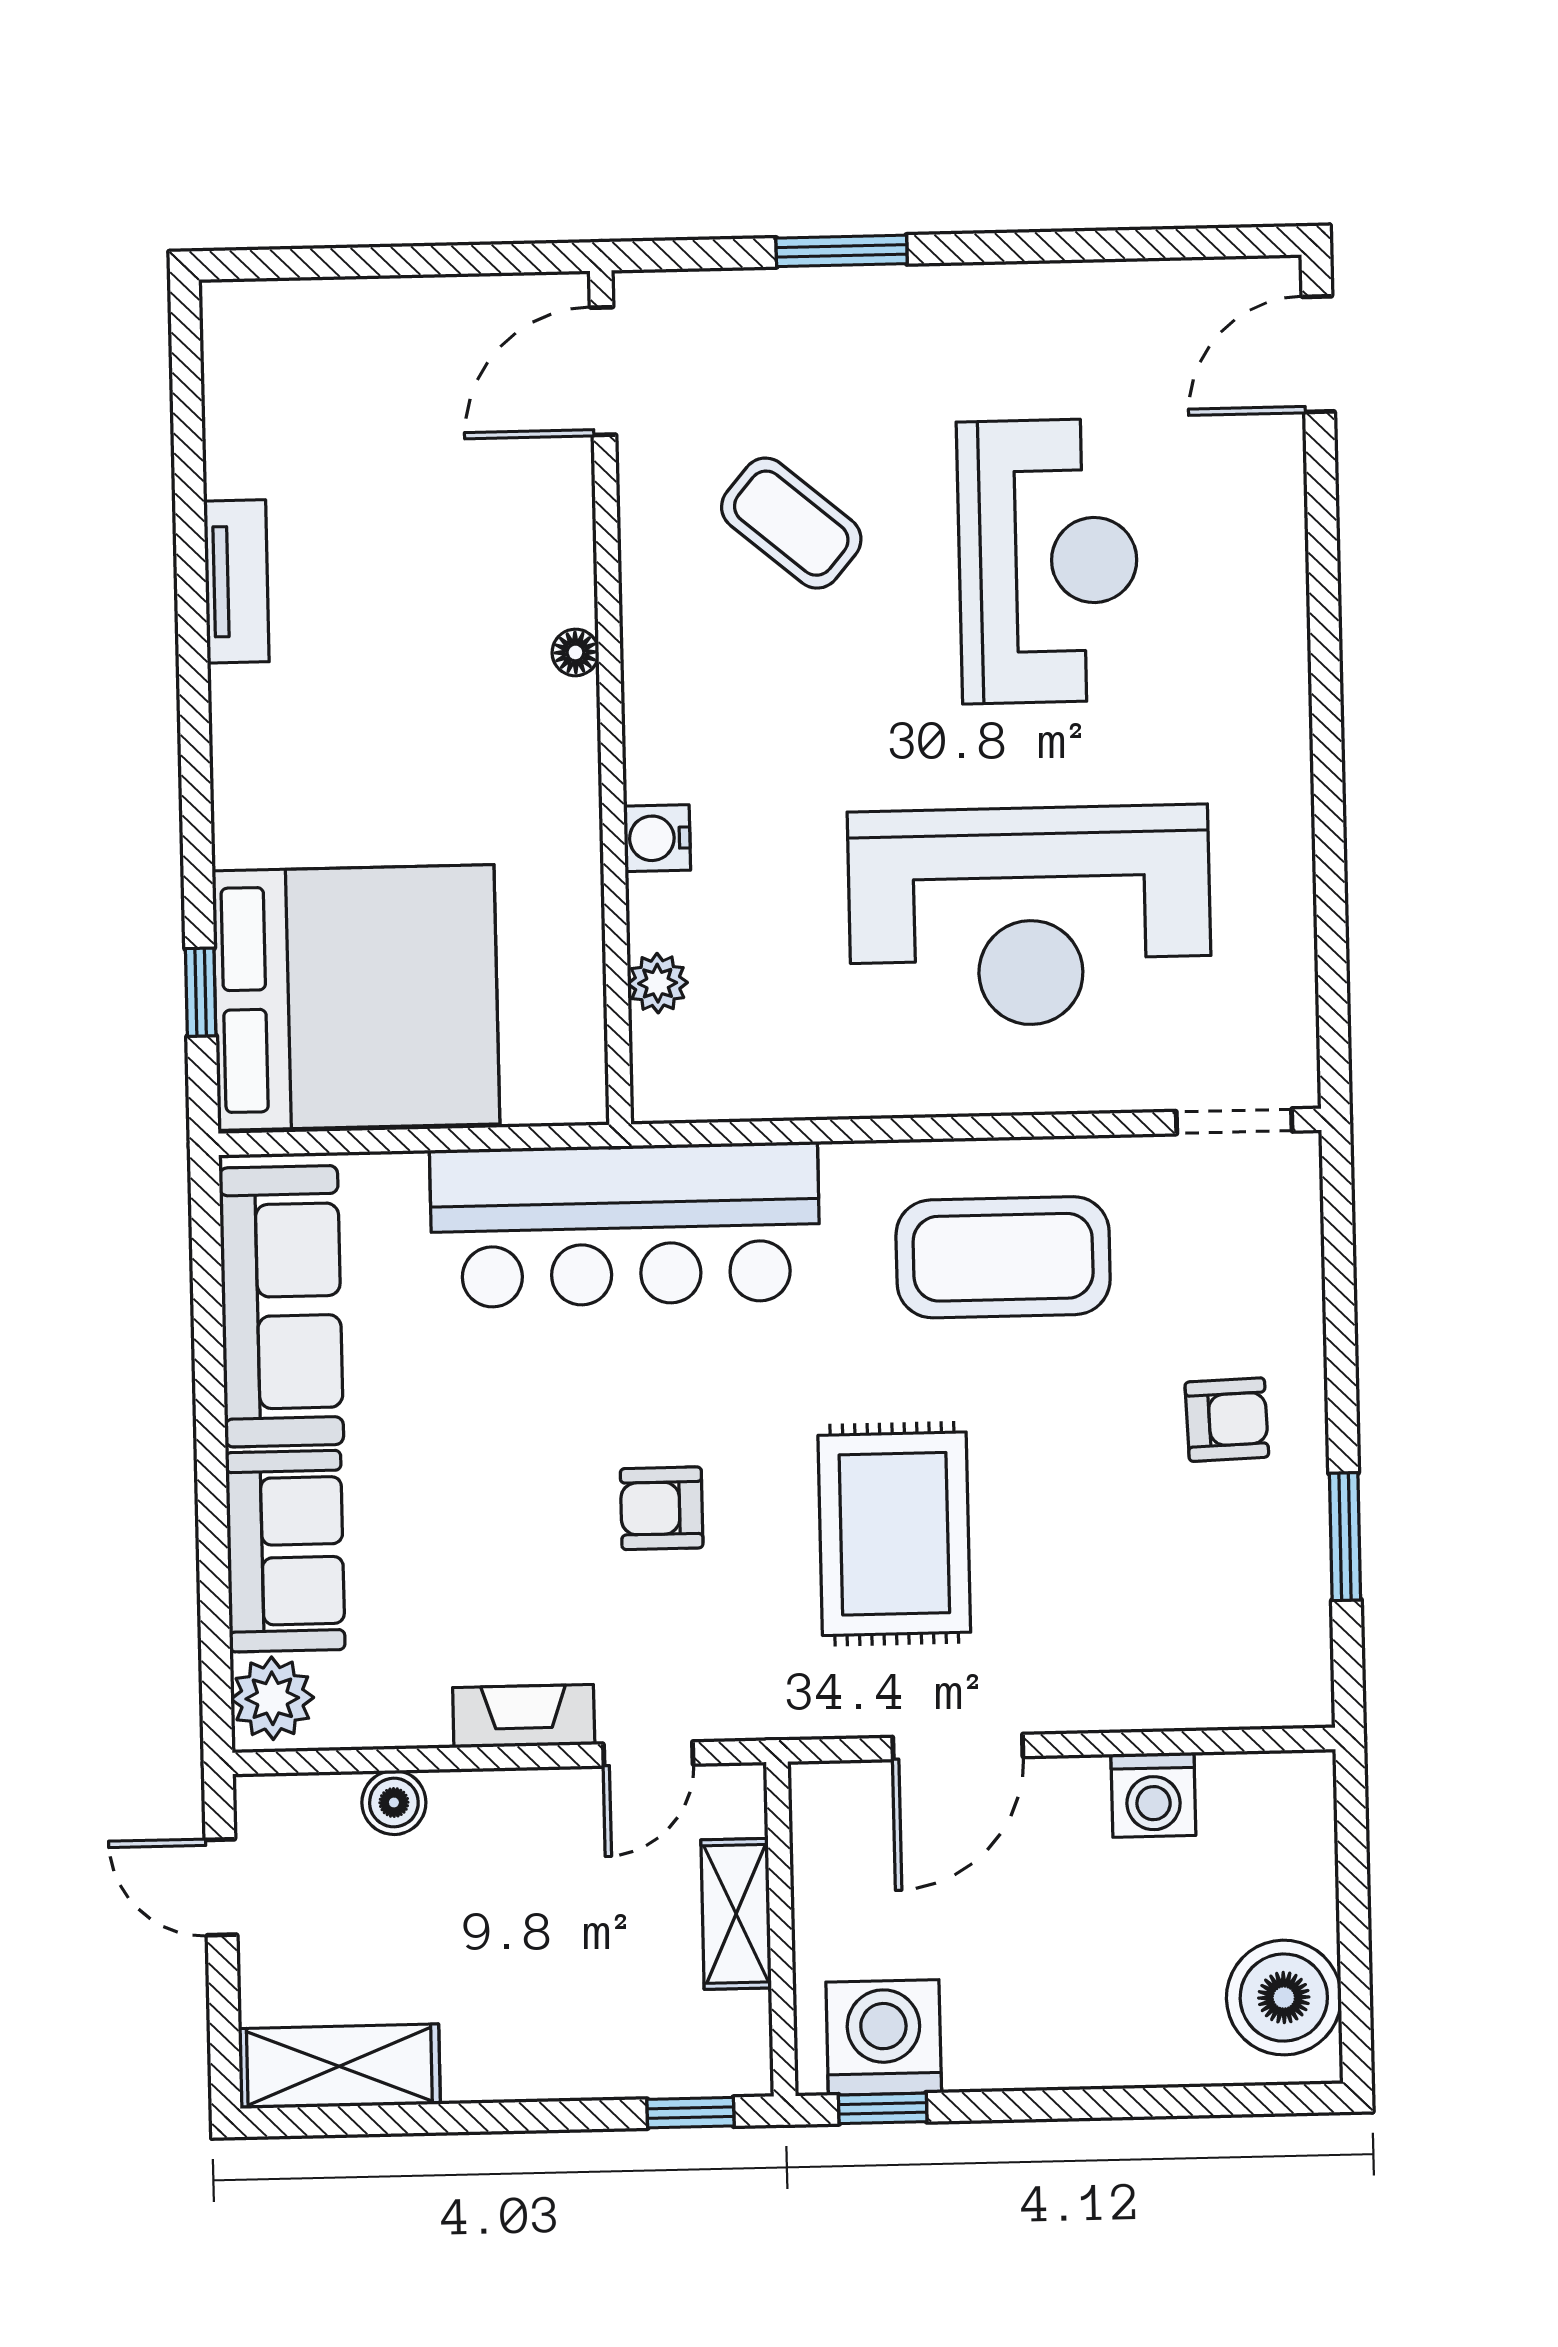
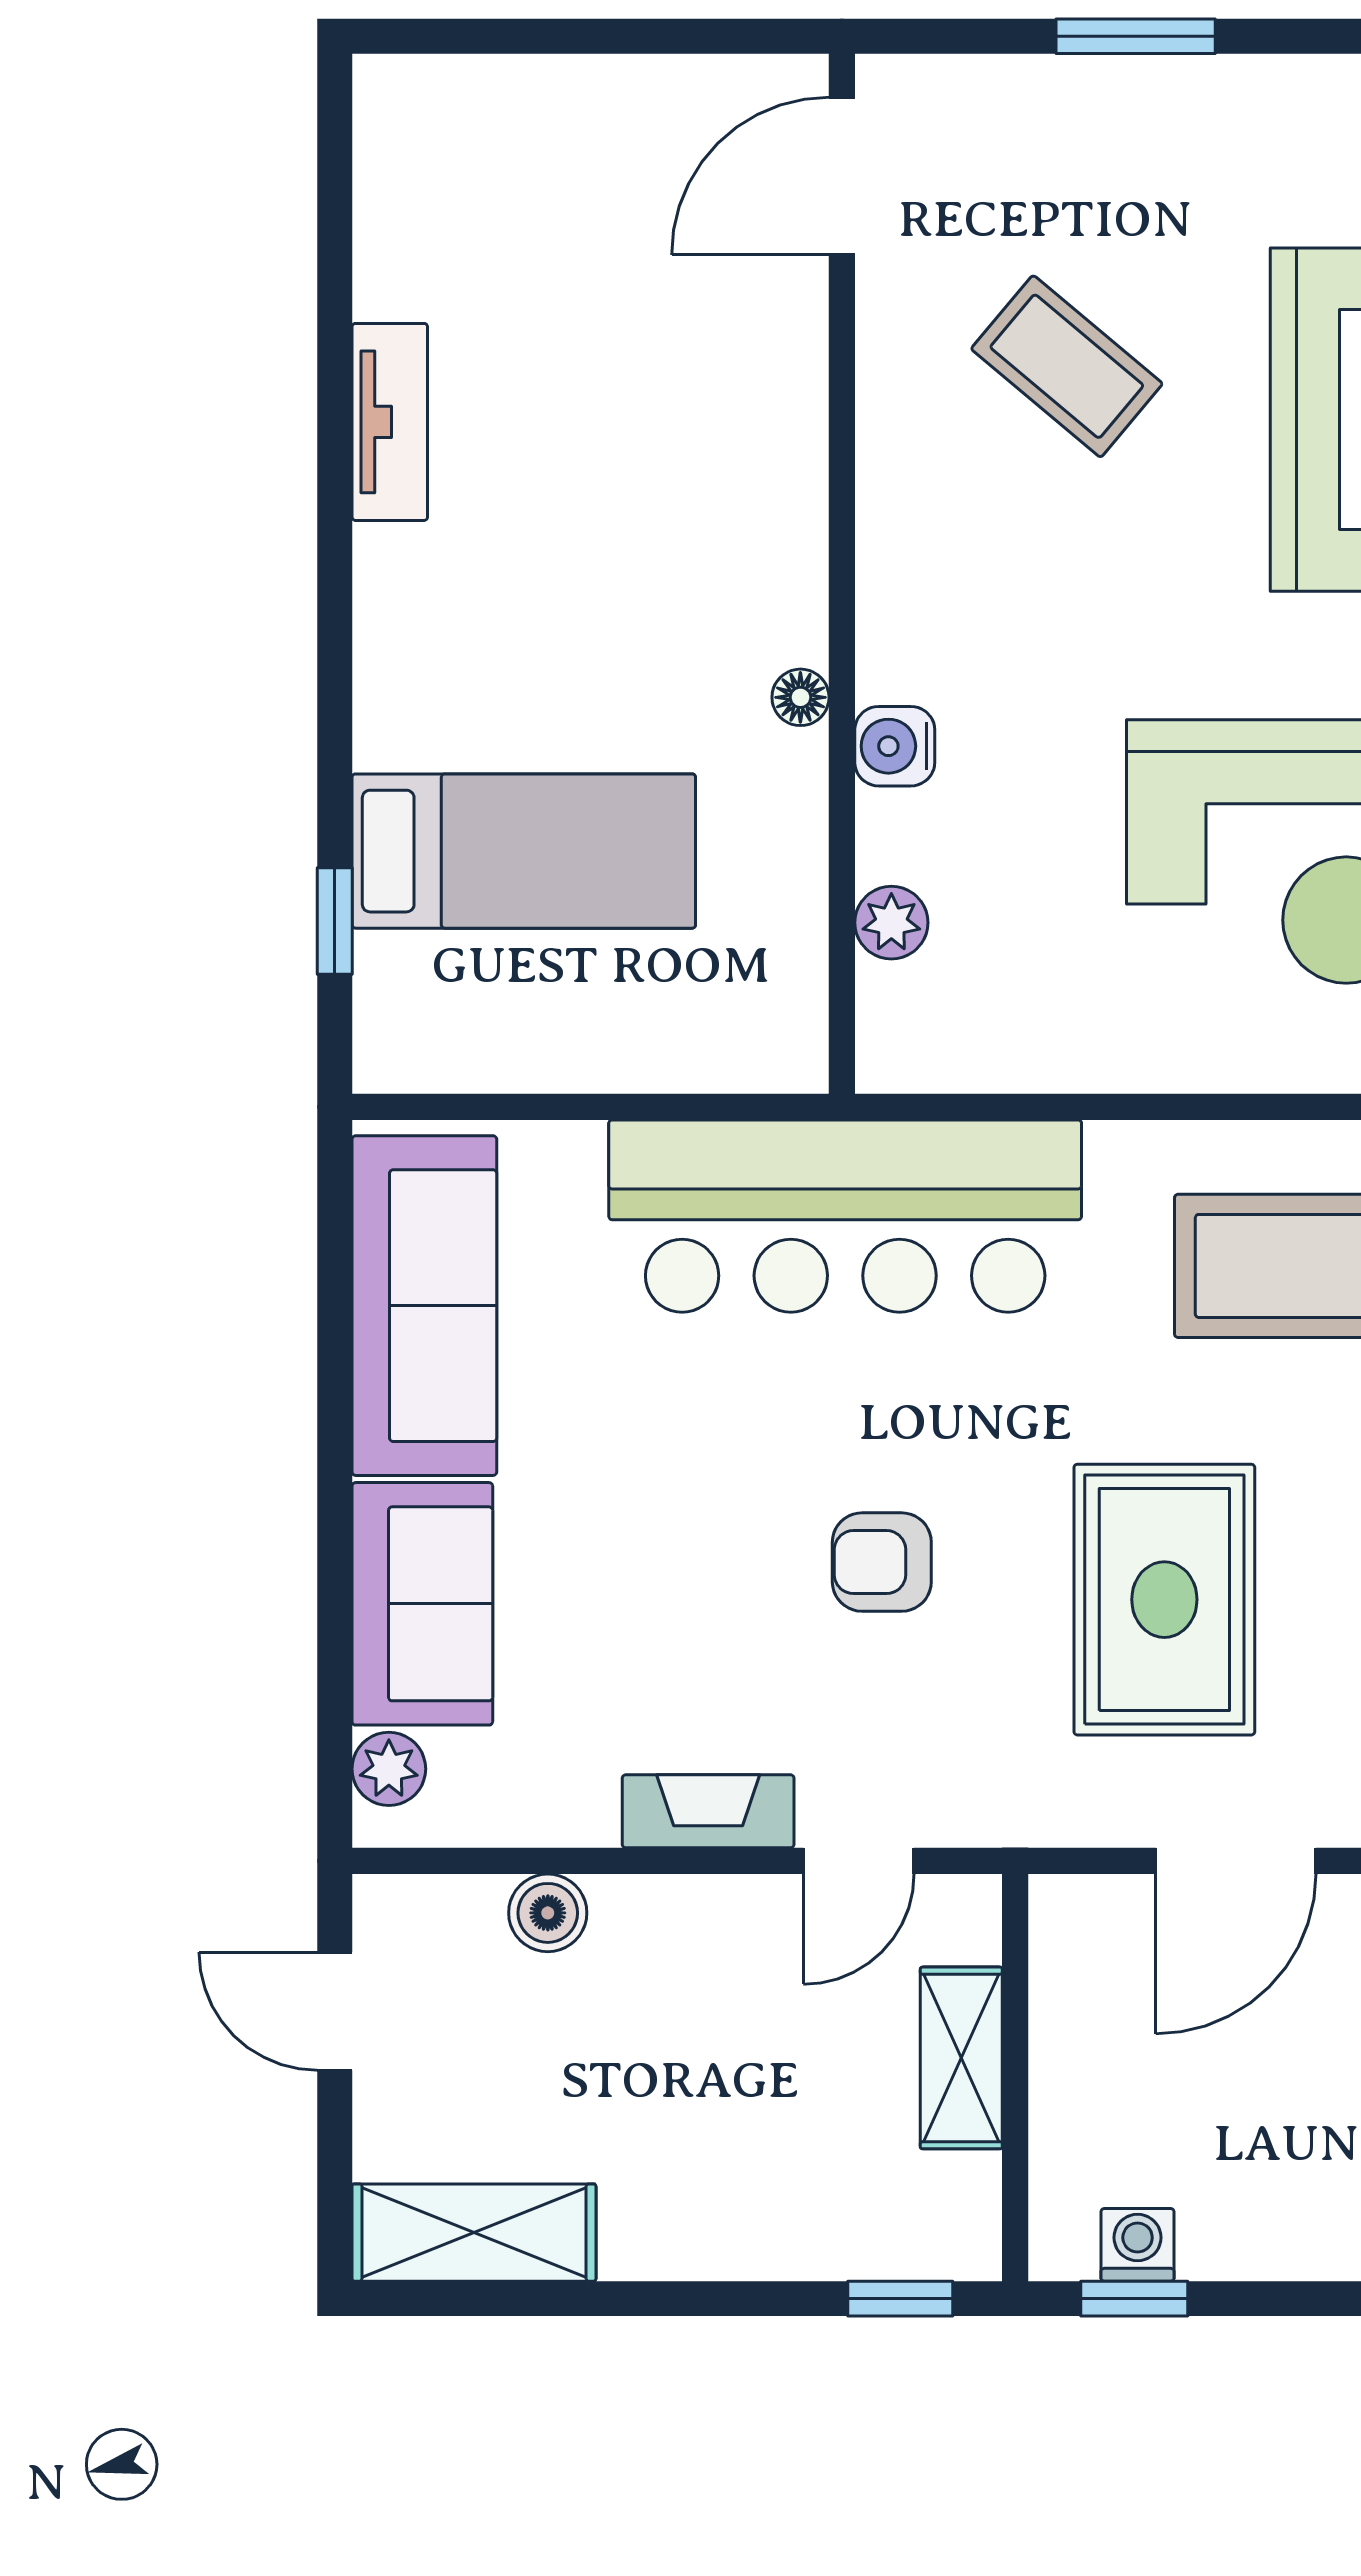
floor lamp: (575, 652) -> (800, 697), moved
bed: (356, 997) -> (524, 851), width x0.49
plant: (272, 1698) -> (389, 1769), width x0.73, depth x0.73
washing machine: (884, 2037) -> (1138, 2245), width x0.53, depth x0.53

